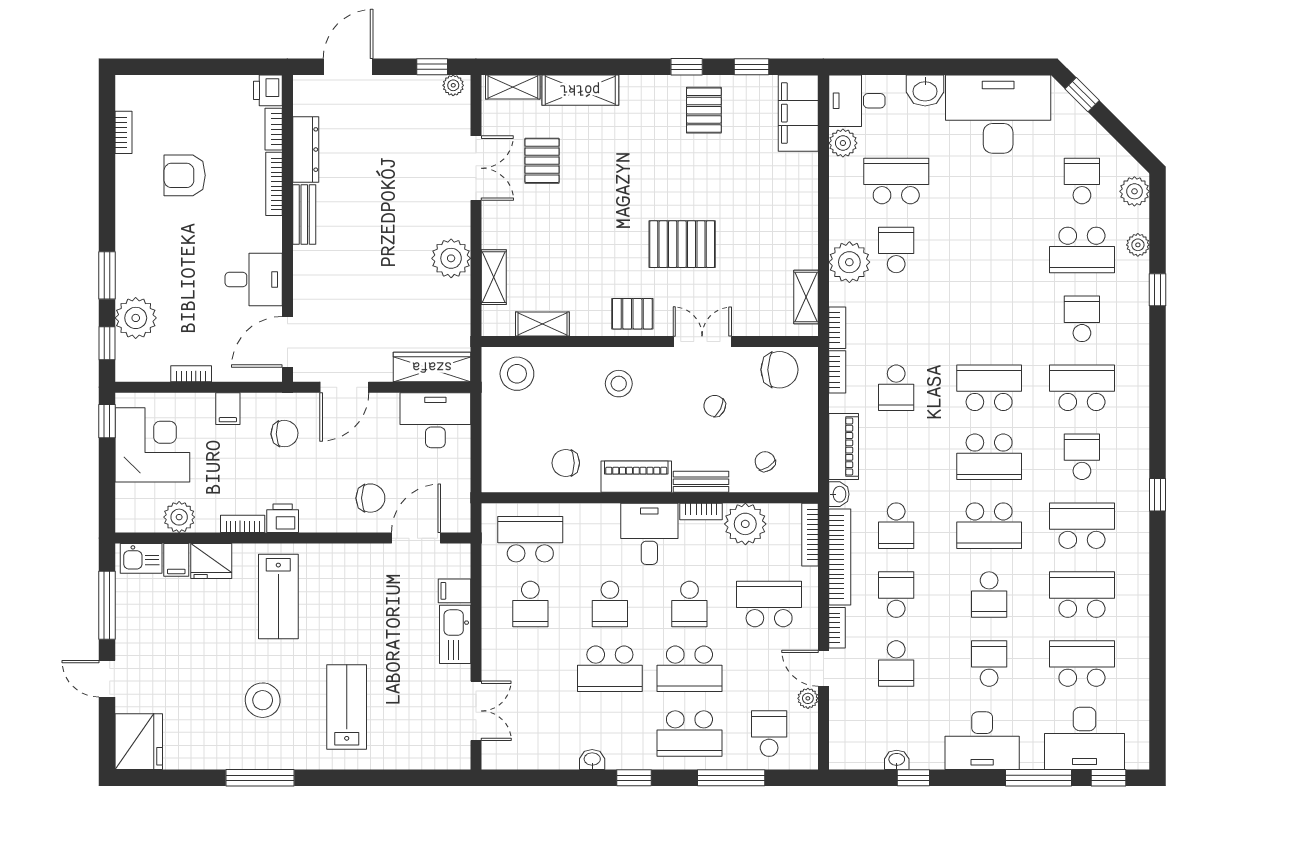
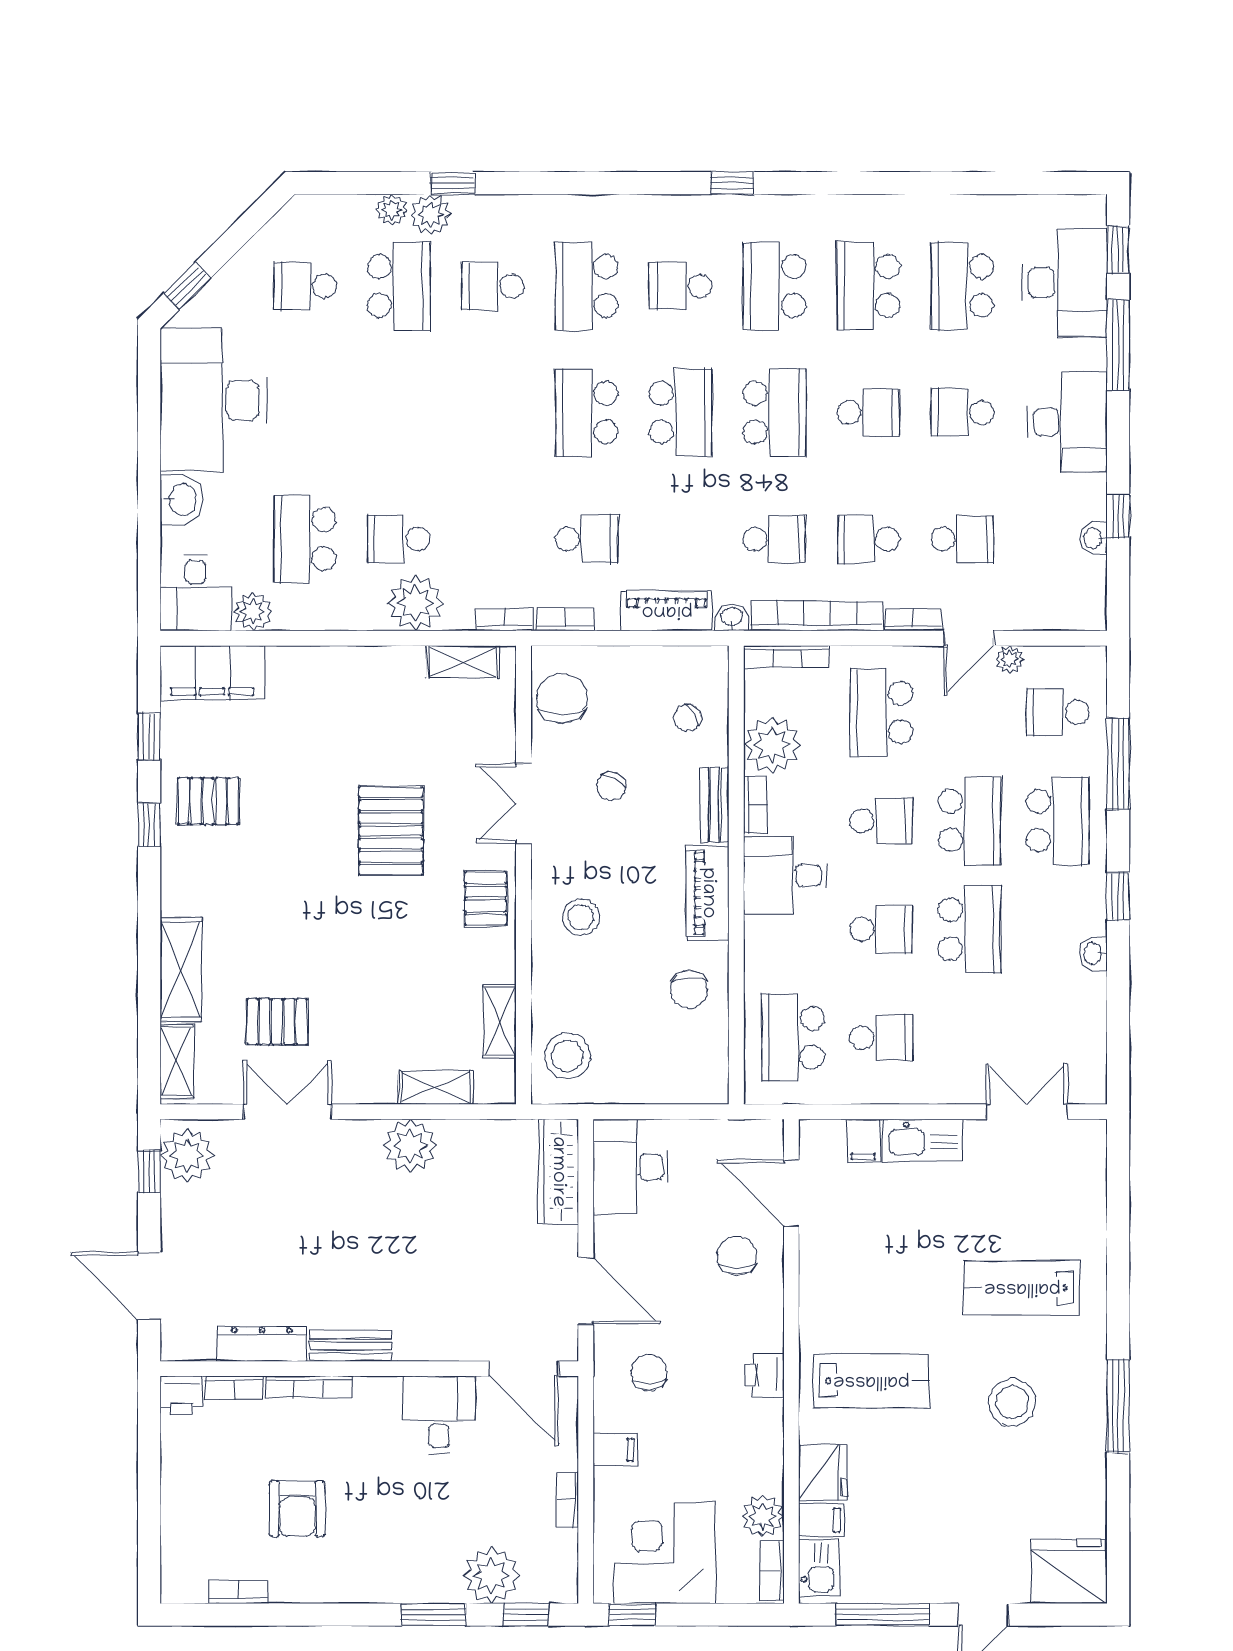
plant: (453, 85) -> (187, 1155), width x1.87, depth x1.87
plant: (1134, 191) -> (431, 214), moved
bookcase: (243, 524) -> (772, 1570), moved

